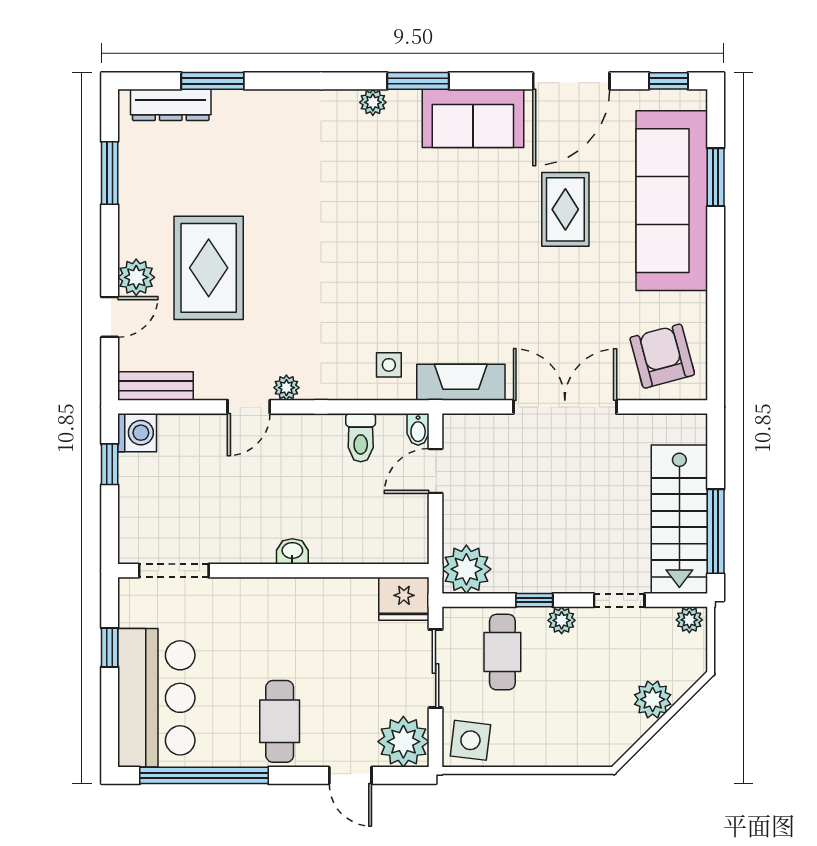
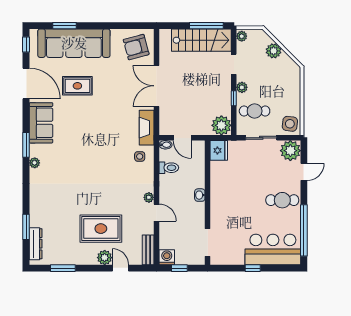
washbasin: (292, 551) -> (200, 195), moved
doorway: (174, 571) -> (208, 242), moved
wall: (273, 571) -> (208, 203), moved
fridge: (404, 599) -> (219, 150), moved

